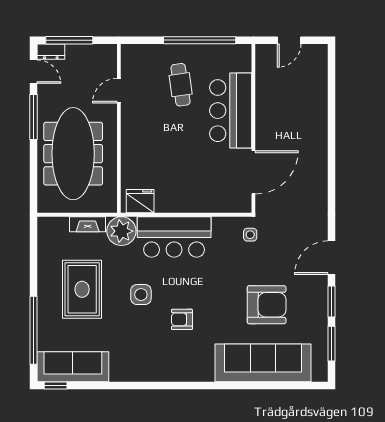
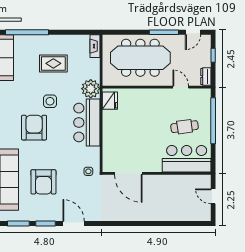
window: (69, 40) -> (213, 55), width x0.46
window: (200, 40) -> (213, 121), moved
dresser: (51, 52) -> (206, 77), moved
bar counter: (231, 111) -> (187, 159), moved
fireplace: (88, 224) -> (95, 46), moved
rug: (82, 289) -> (53, 63), width x0.73, depth x0.70
armchair: (182, 319) -> (34, 128), width x1.88, depth x1.88

